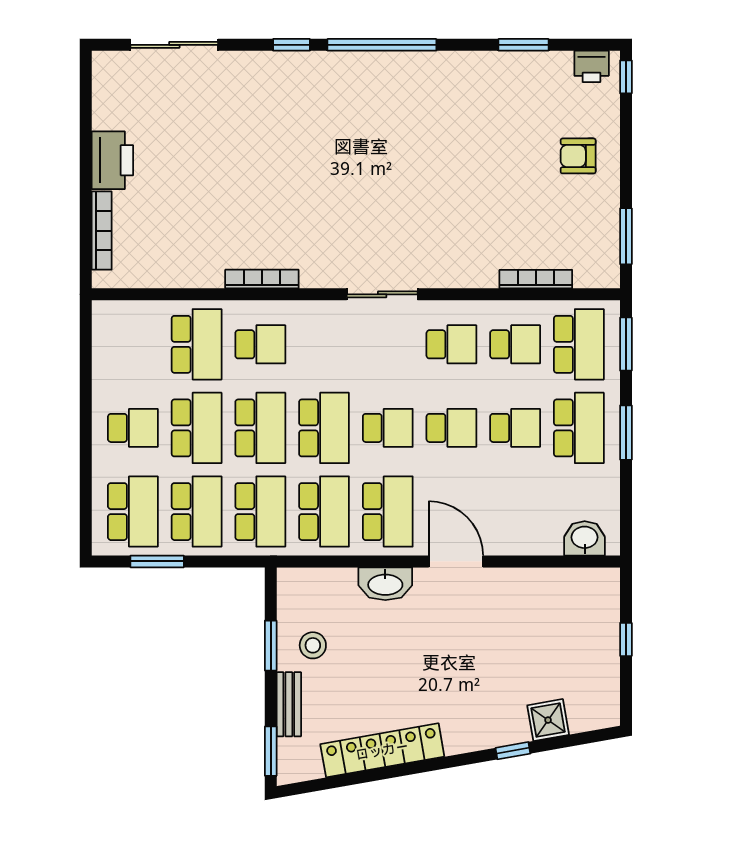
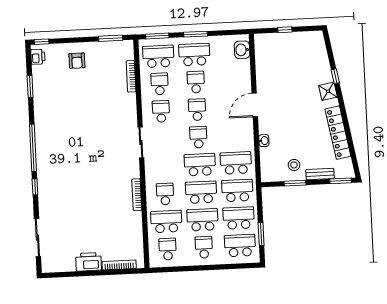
school desk: (388, 512) -> (168, 249), moved, width x0.54
washbasin: (385, 584) -> (264, 141), width x0.52, depth x0.69
shower: (548, 720) -> (328, 91), moved

